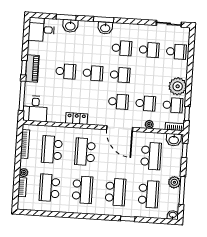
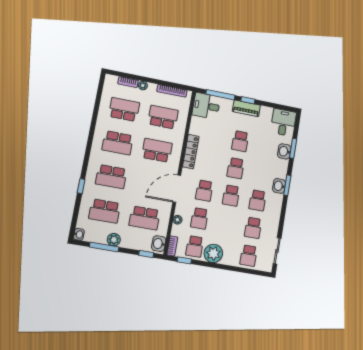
locker: (77, 119) -> (191, 152), width x1.53

